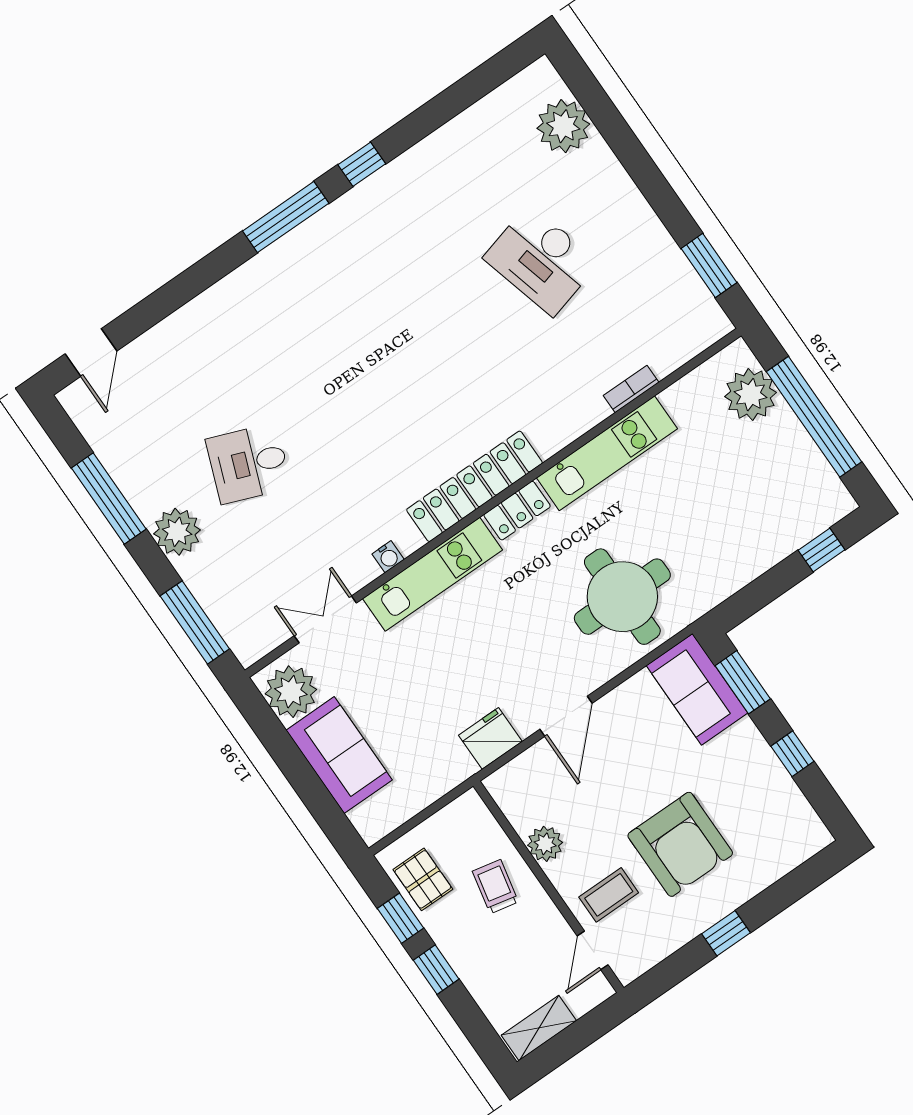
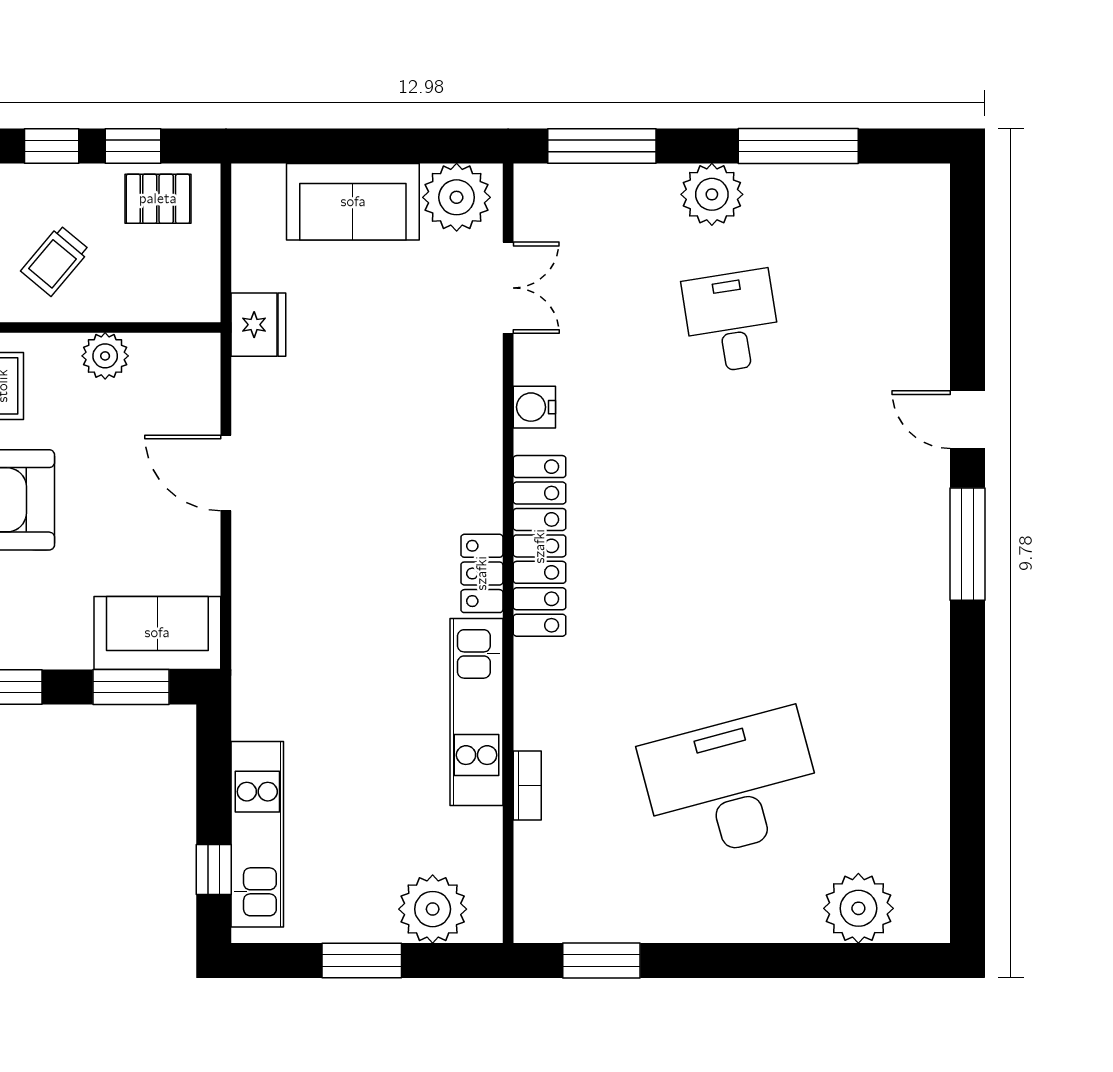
window: (362, 164) -> (967, 665), removed
desk: (541, 260) -> (732, 785), width x1.36, depth x1.30
door: (91, 352) -> (967, 420), moved
window: (814, 417) -> (362, 961), width x0.47
desk: (249, 463) -> (732, 322), turned -30
water cooler: (388, 557) -> (534, 407), width x1.38, depth x1.38
kitchen unit: (432, 574) -> (257, 834), moved, turned 180
round table: (622, 597) -> (312, 622), removed
fridge: (490, 738) -> (258, 325), moved
trolley: (495, 887) -> (55, 261), moved, turned 118

